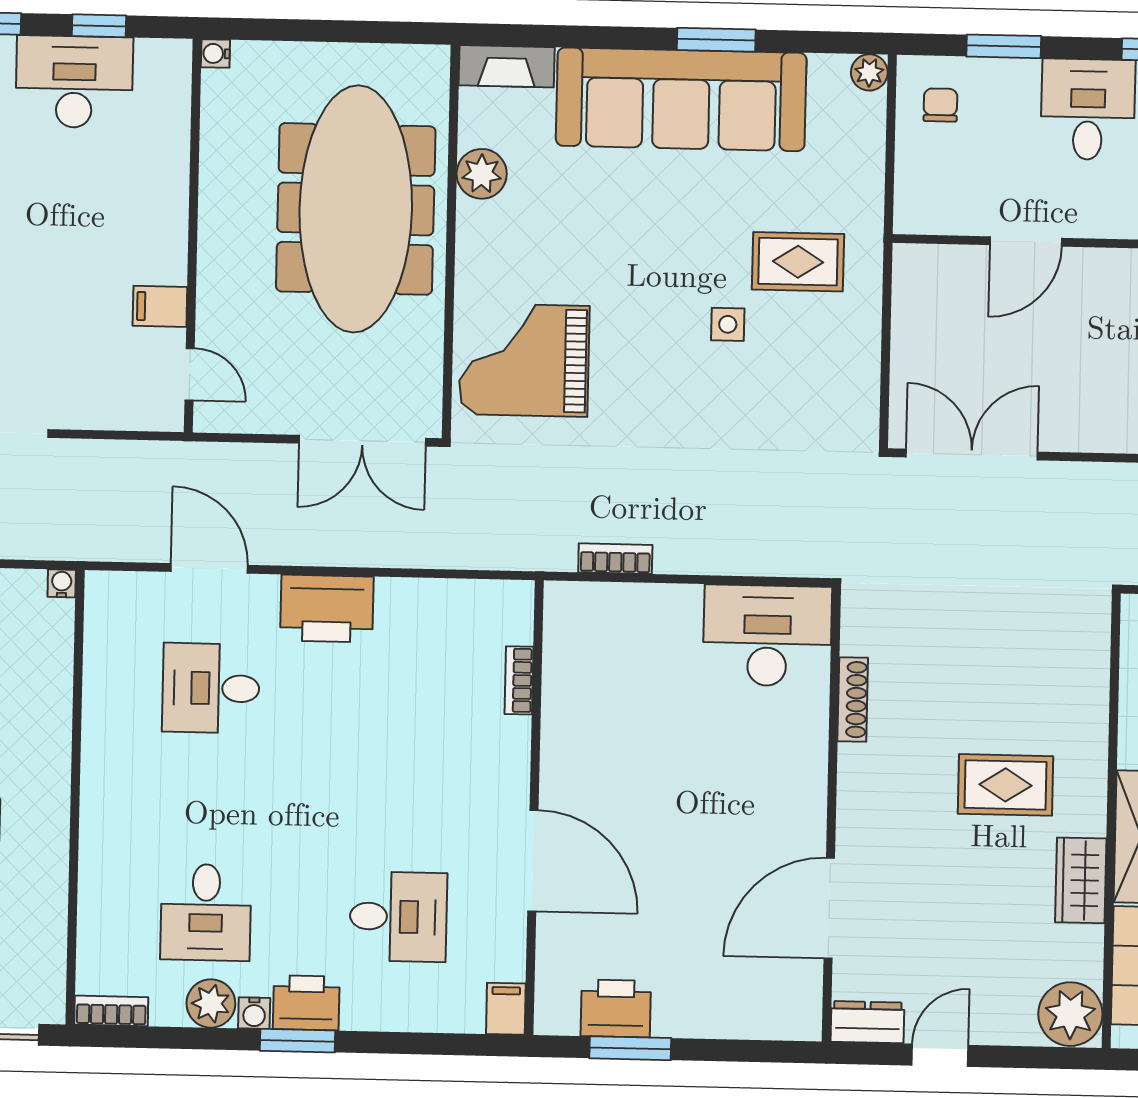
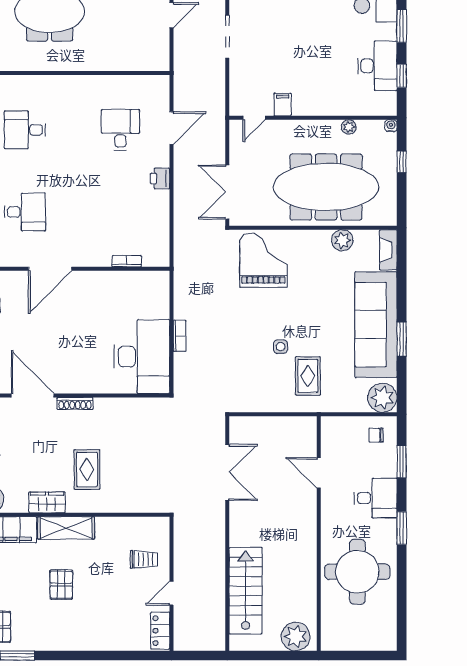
window: (301, 30) -> (402, 162), added
plant: (869, 72) -> (382, 398), width x1.88, depth x1.88
chair: (940, 105) -> (376, 435), turned 180
plant: (216, 153) -> (349, 127), added
double door: (972, 455) -> (227, 472), moved
bookcase: (615, 559) -> (180, 336), moved
water cooler: (62, 583) -> (164, 65), removed
printer: (327, 609) -> (160, 179), width x0.53, depth x0.68
desk: (767, 636) -> (142, 357), width x1.36, depth x1.30
shoe rack: (853, 700) -> (75, 403), moved
desk: (398, 917) -> (25, 212), turned -90

